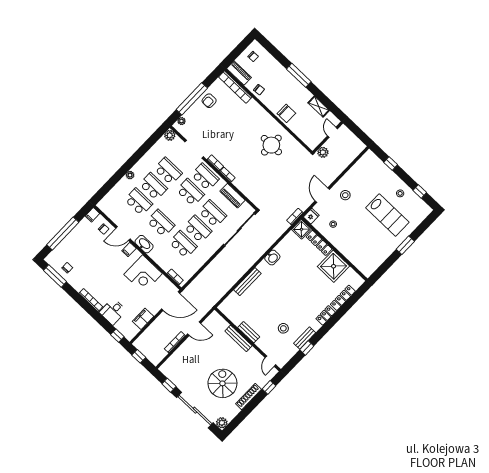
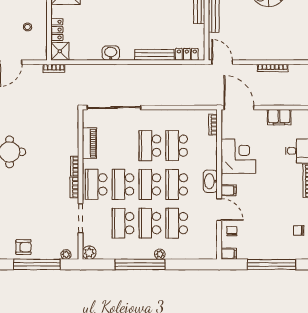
window: (135, 158) -> (140, 264), added
school desk: (213, 214) -> (150, 184), moved
fridge: (311, 216) -> (39, 54), removed
locker: (319, 243) -> (57, 30), width x0.66
locker: (230, 300) -> (187, 54), added
door: (194, 329) -> (222, 62), moved

